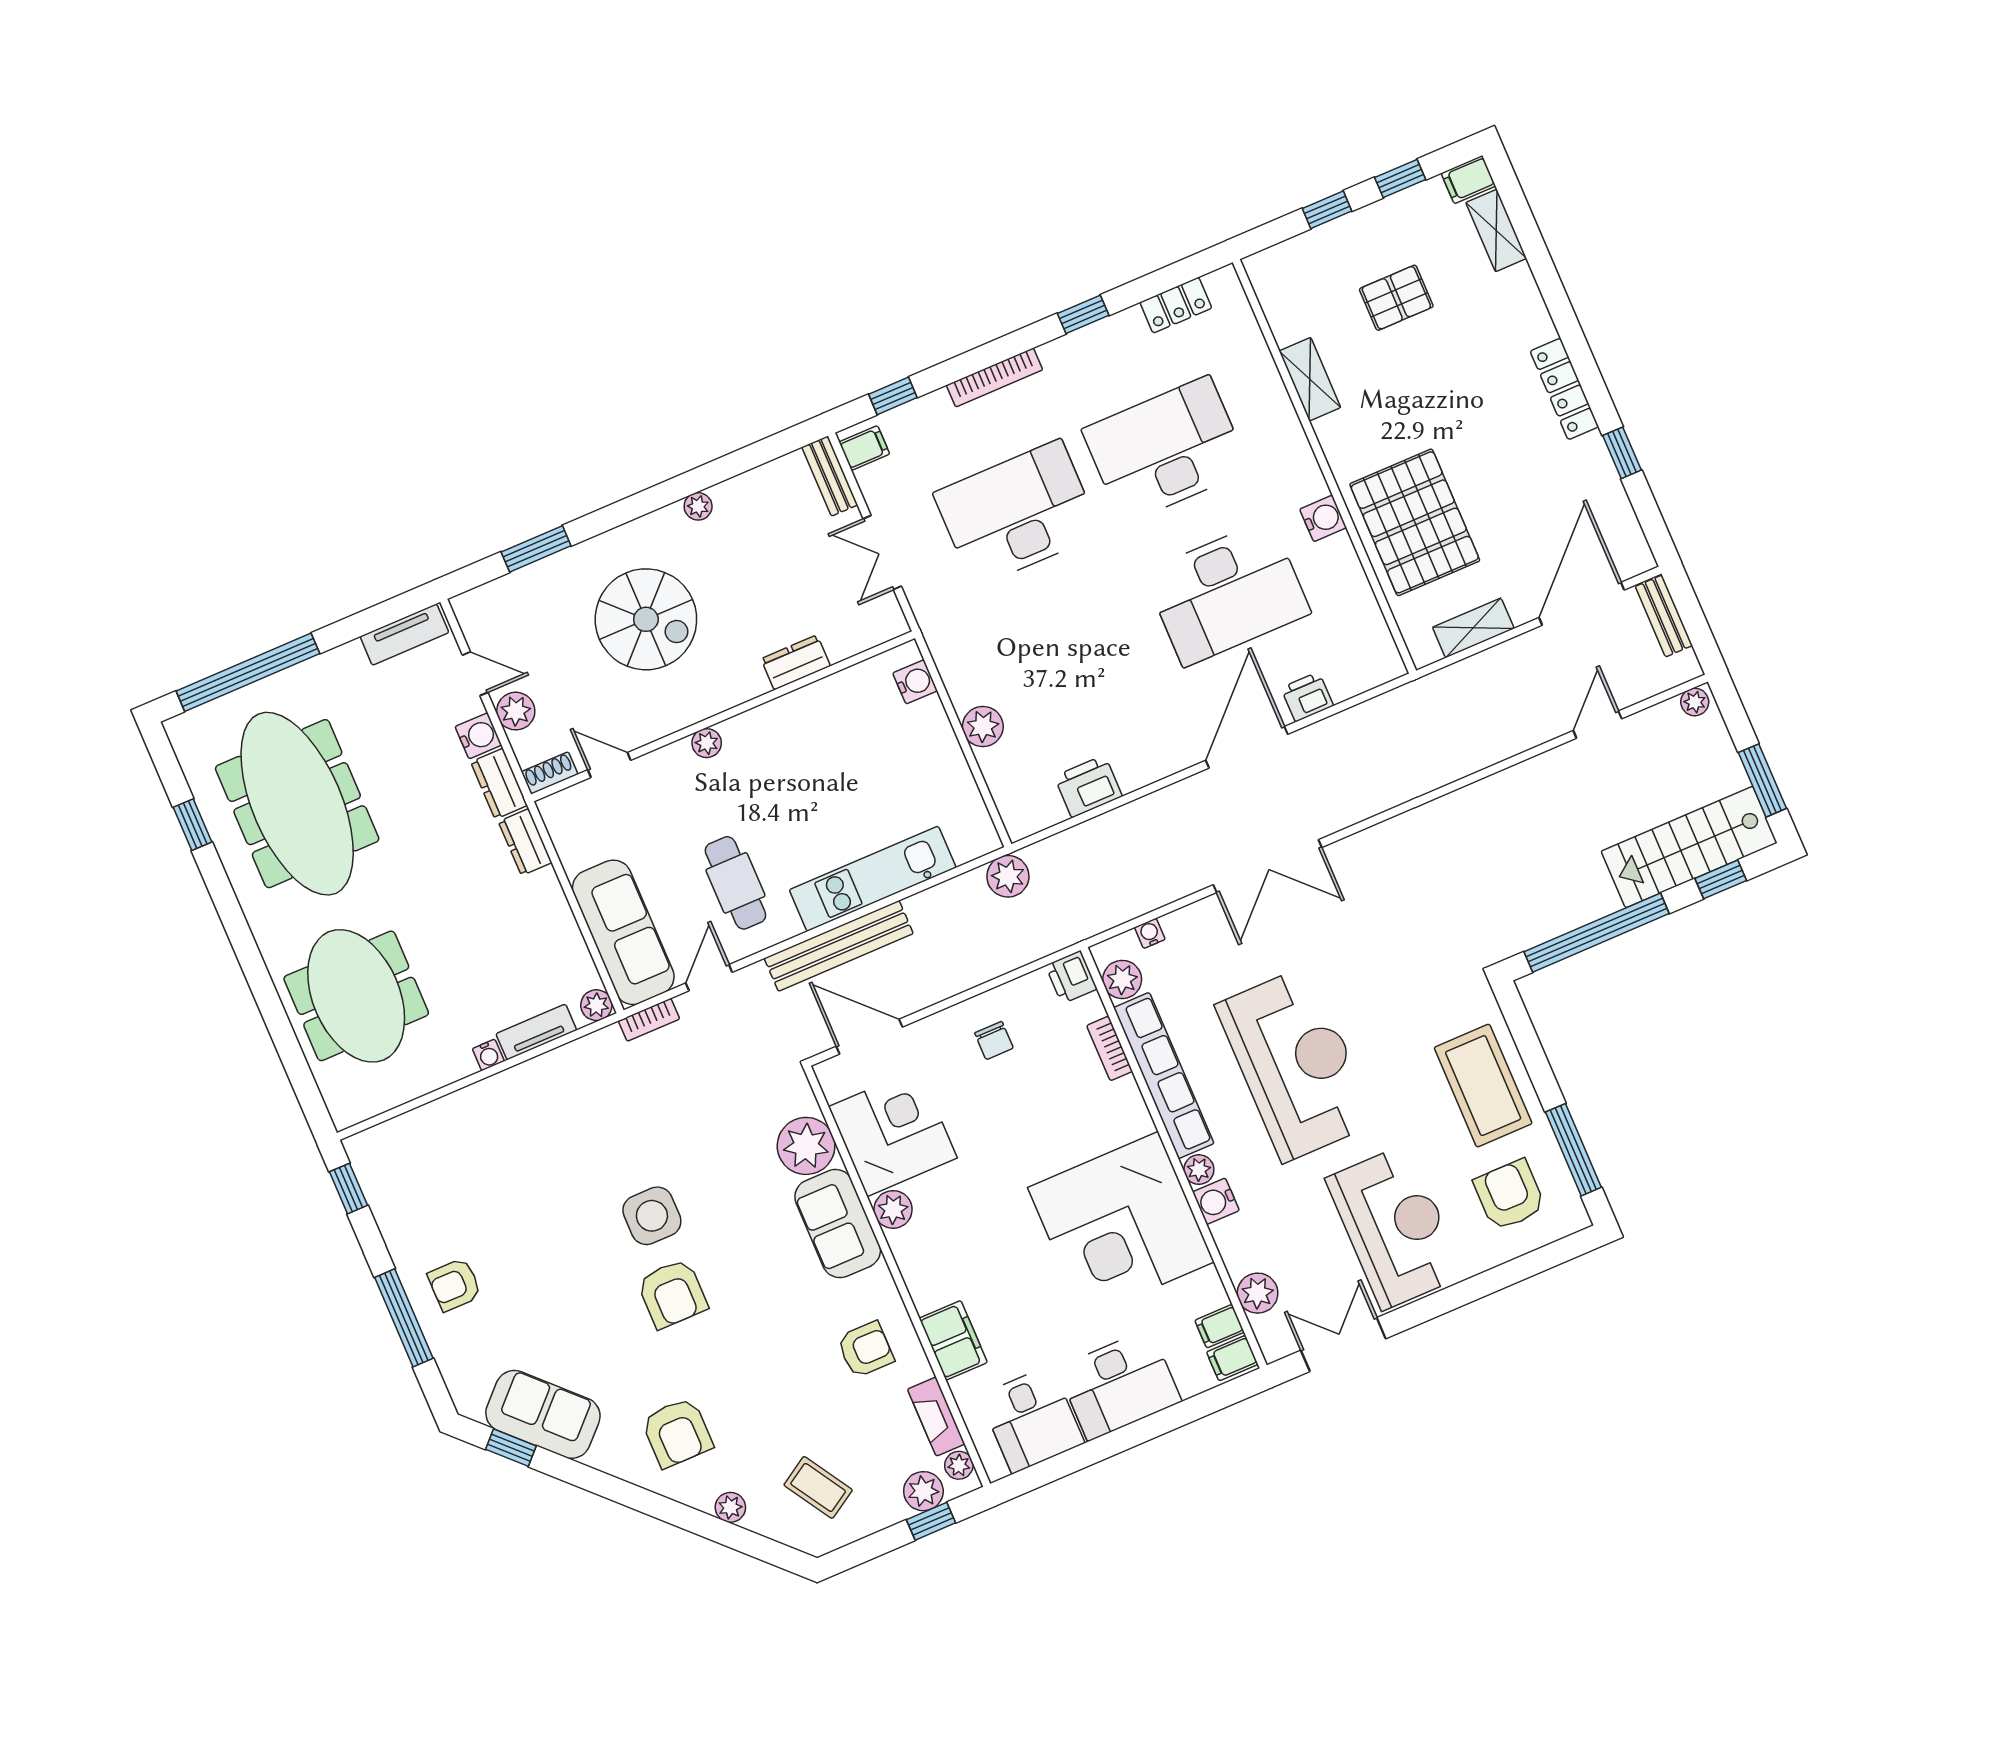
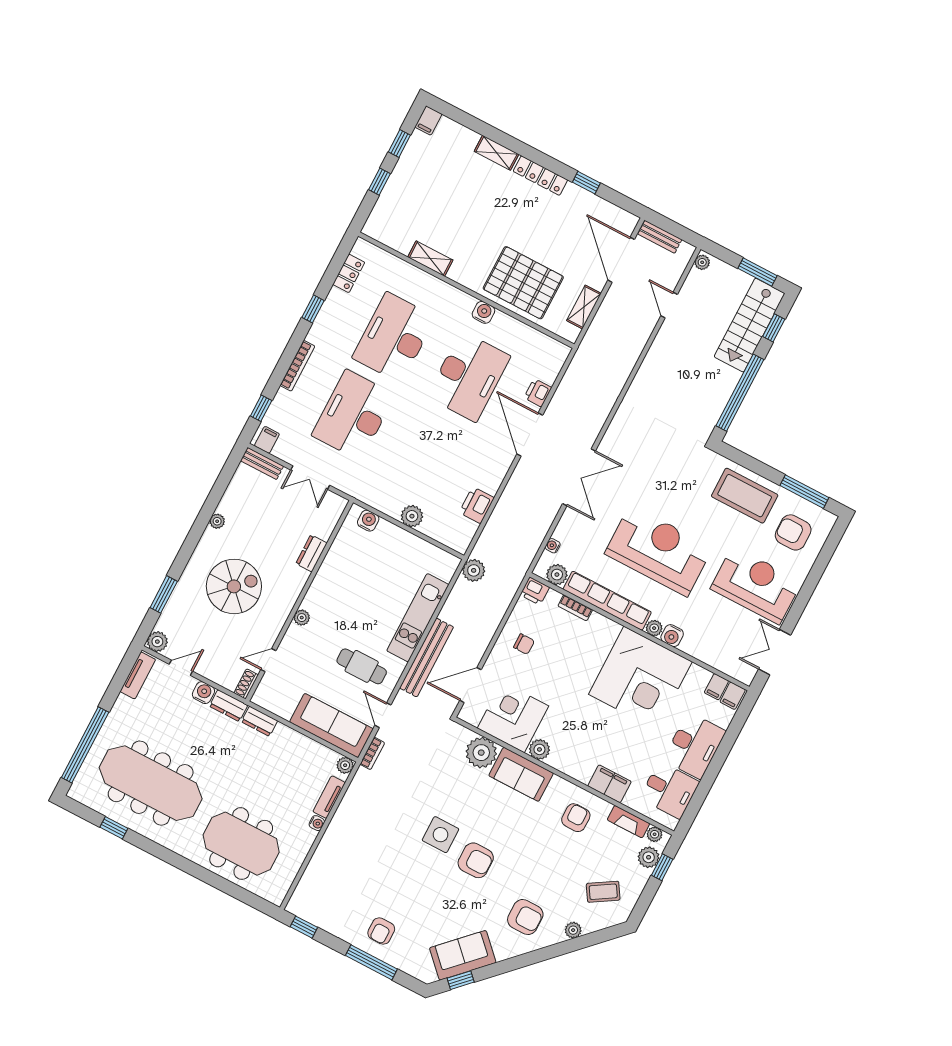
shelving: (1496, 230) -> (496, 153), moved
pallet: (1396, 298) -> (439, 195), removed
plant: (516, 711) -> (157, 642), moved
plant: (1258, 1293) -> (721, 660), removed

